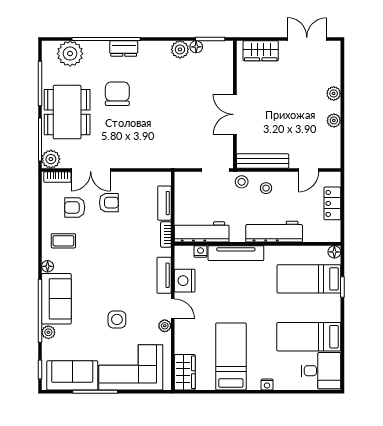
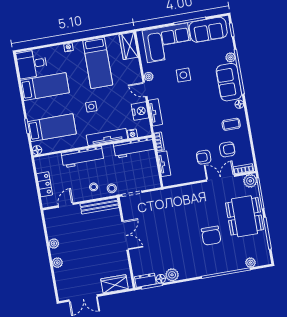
dresser: (124, 48) -> (145, 280), moved
plant: (70, 54) -> (250, 263), width x0.53, depth x0.53
side table: (250, 298) -> (91, 107), added

